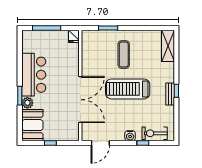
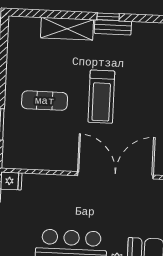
shelving: (168, 46) -> (67, 29), moved
treadmill: (128, 89) -> (101, 97), width x0.73, depth x0.73

